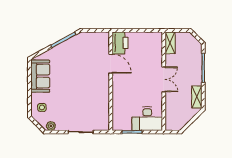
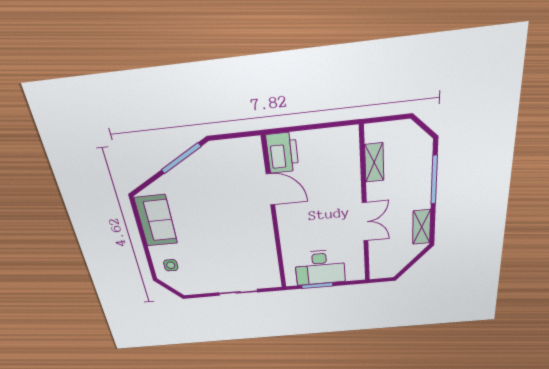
shelving: (170, 43) -> (374, 163), moved
double door: (164, 79) -> (365, 222), moved
desk: (147, 119) -> (320, 268), moved
plant: (51, 126) -> (191, 289), removed

